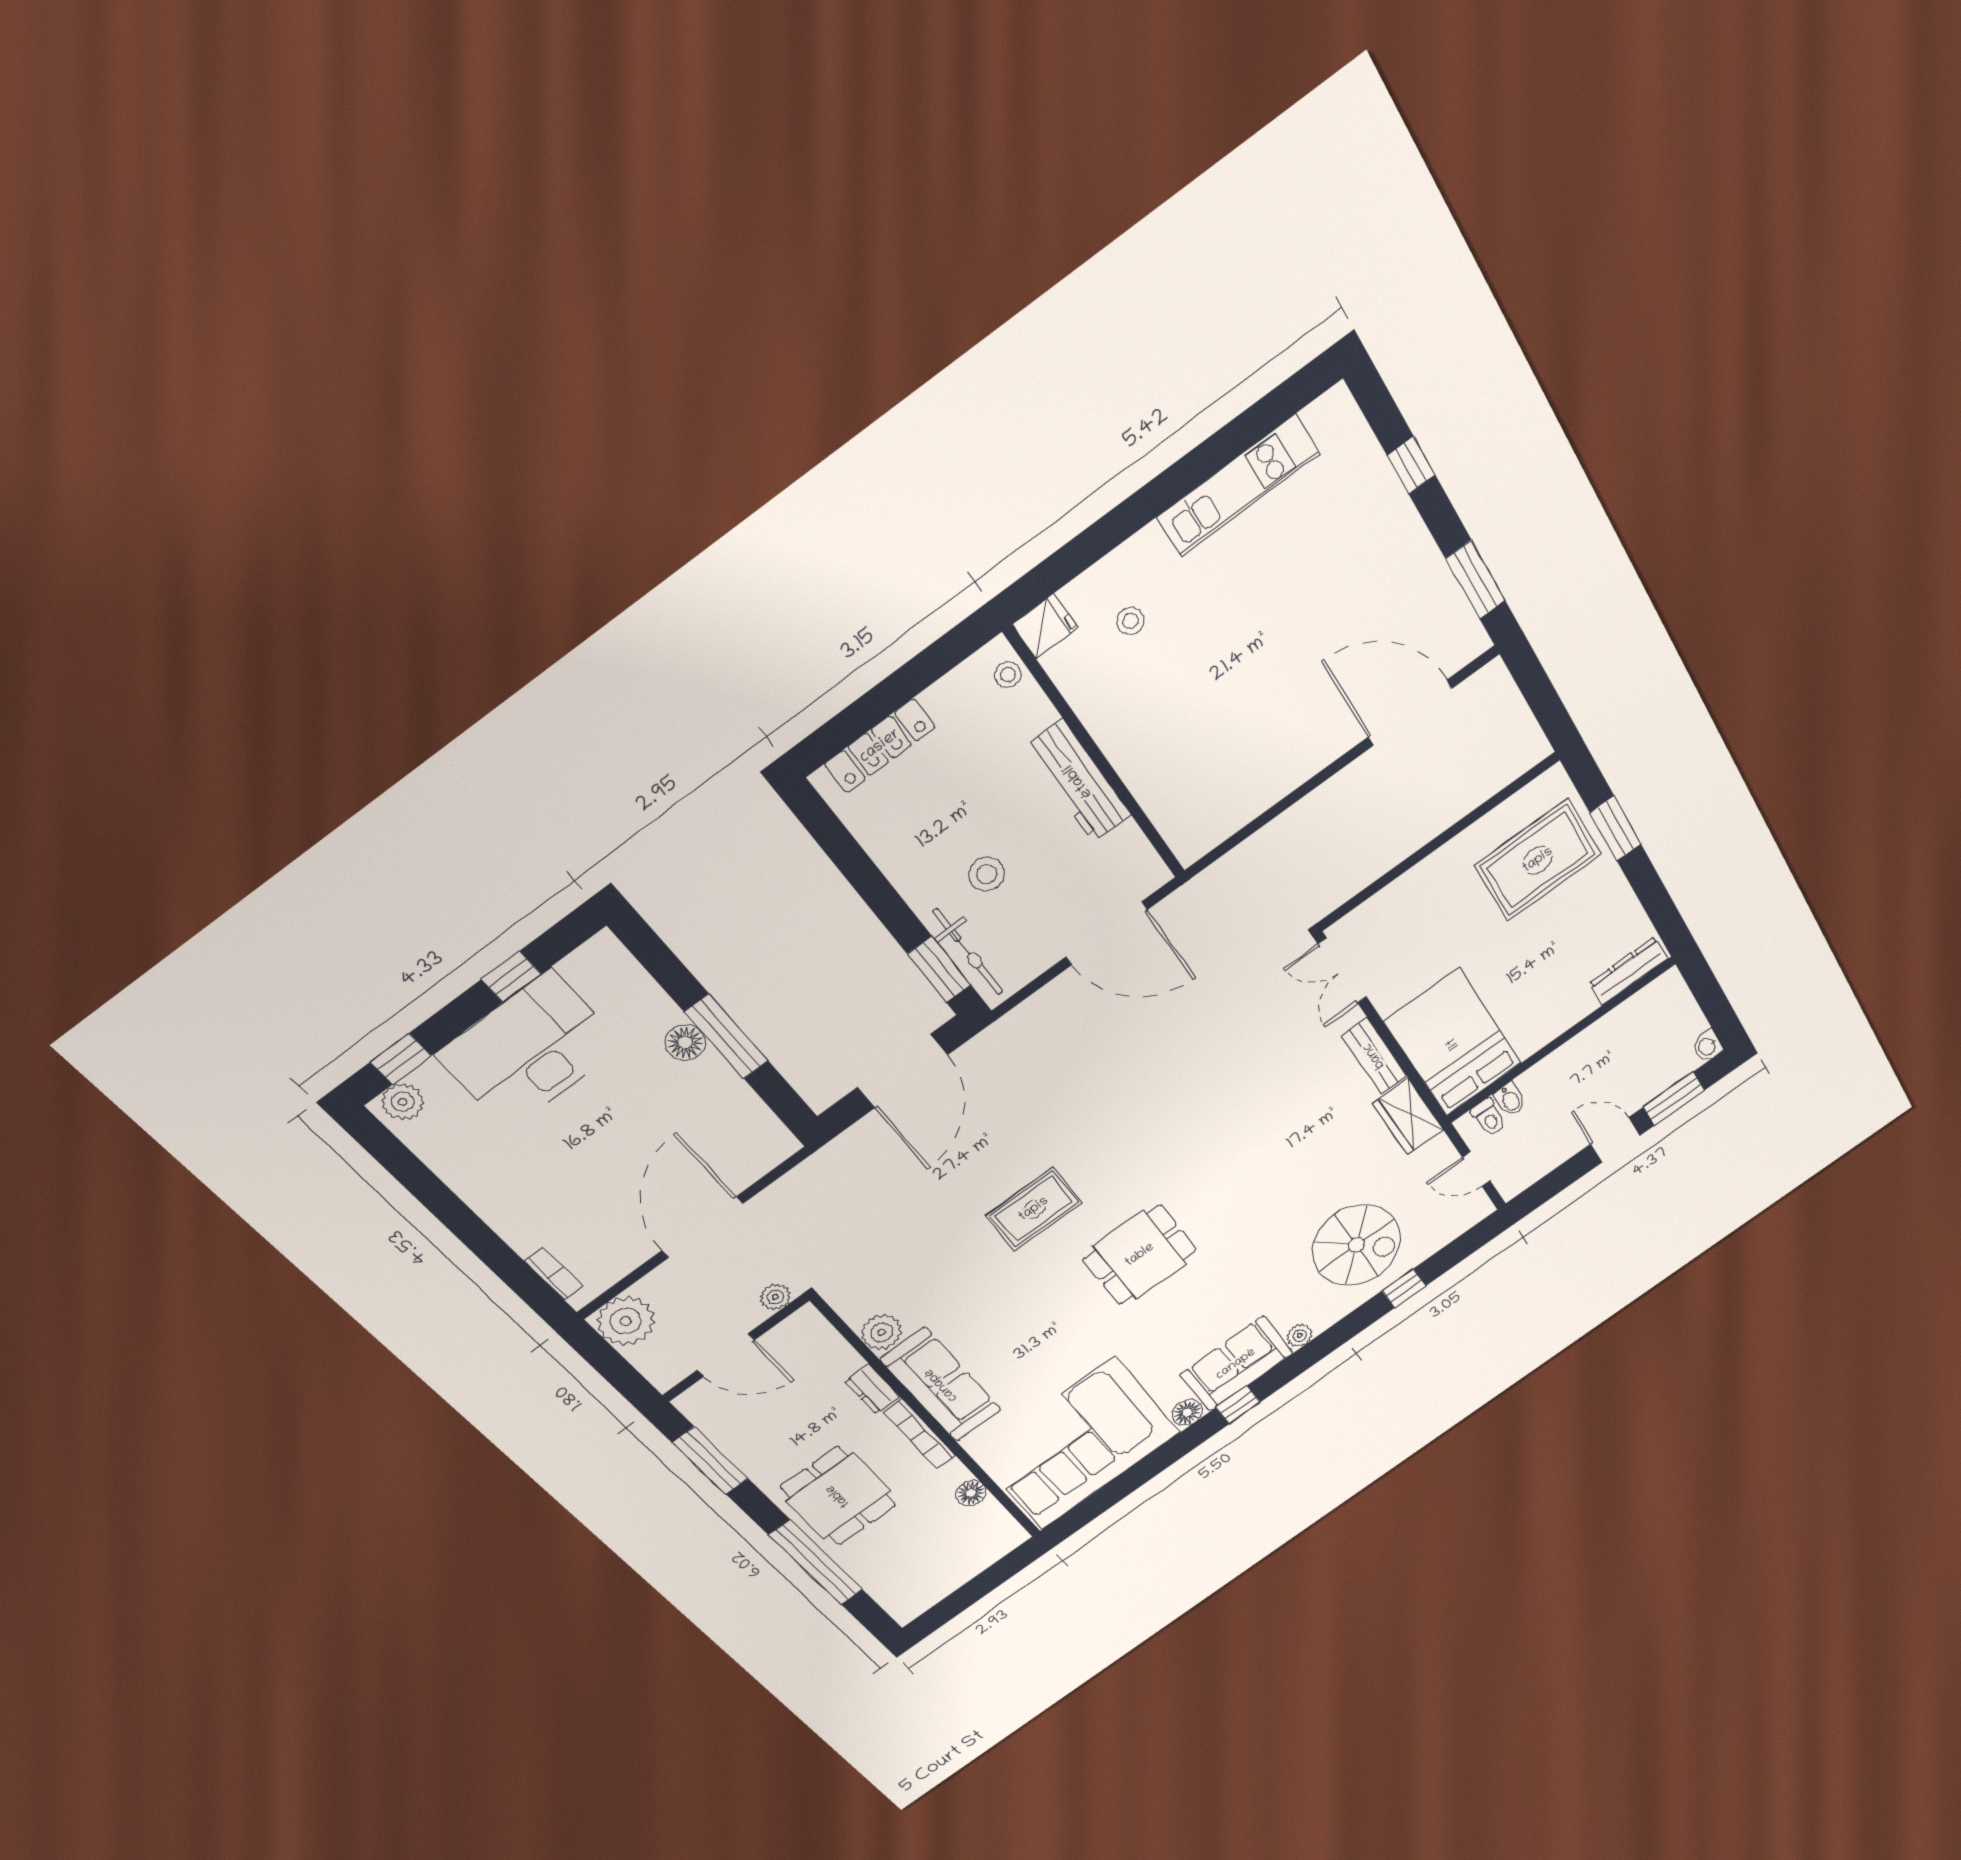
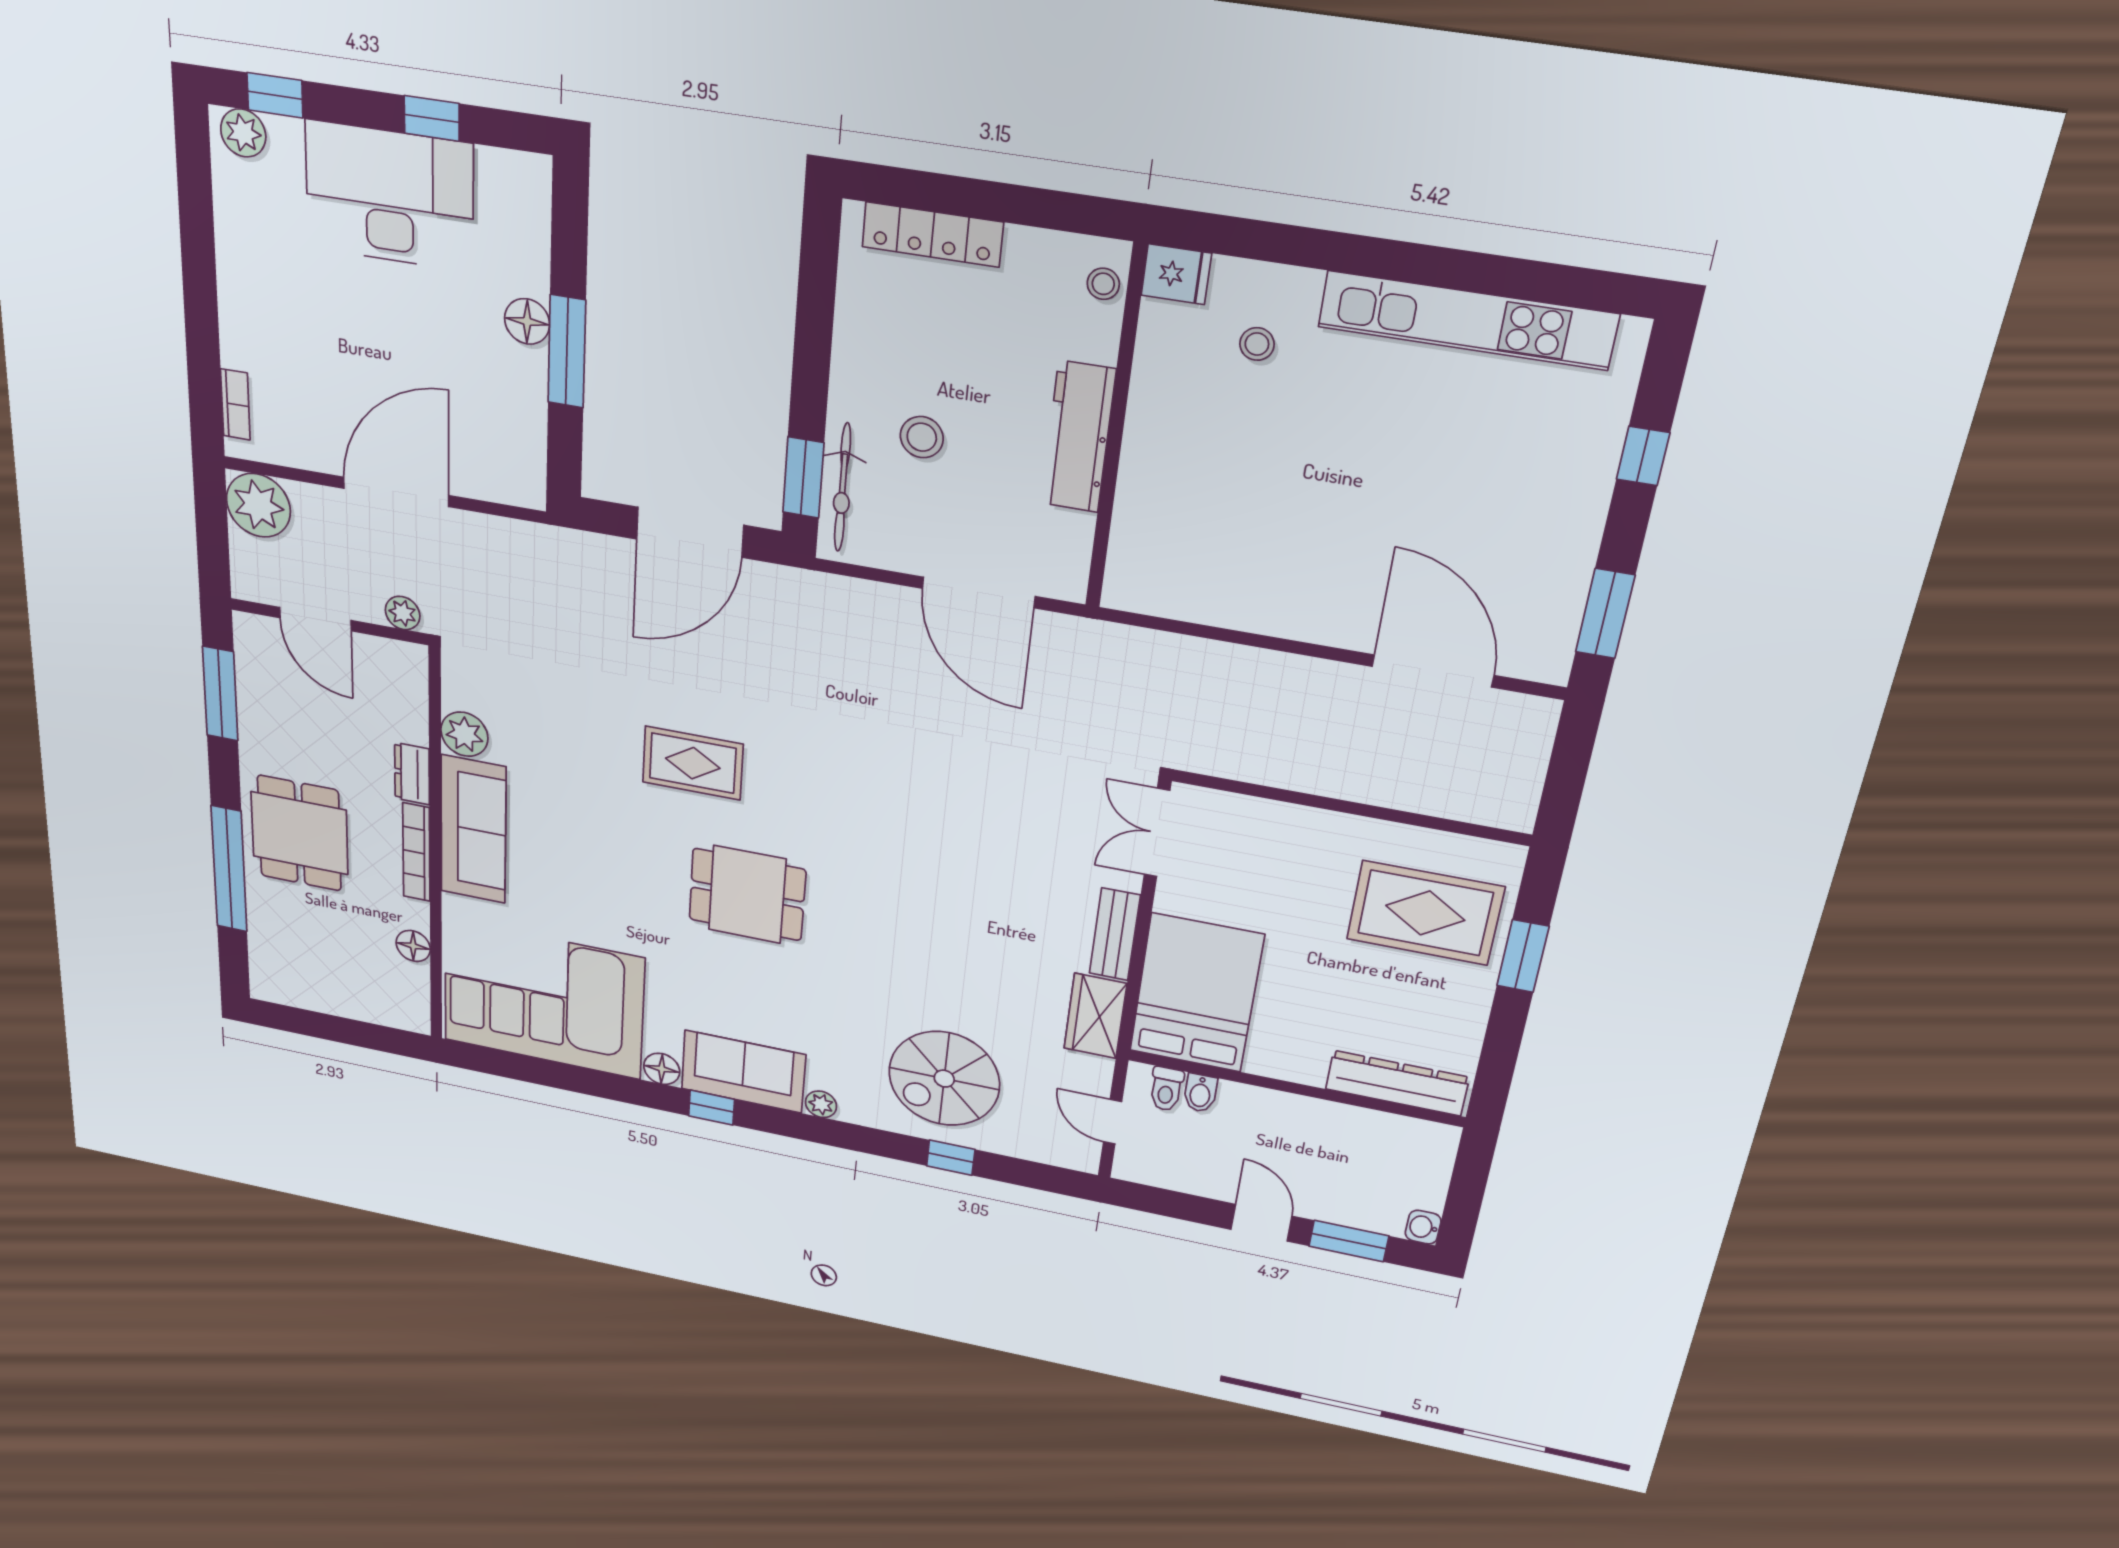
kitchen unit: (1238, 485) -> (1467, 320), width x1.36
dresser: (1628, 971) -> (1397, 1083), width x1.37, depth x1.24
spiral stairs: (1356, 1245) -> (944, 1079), turned 90

